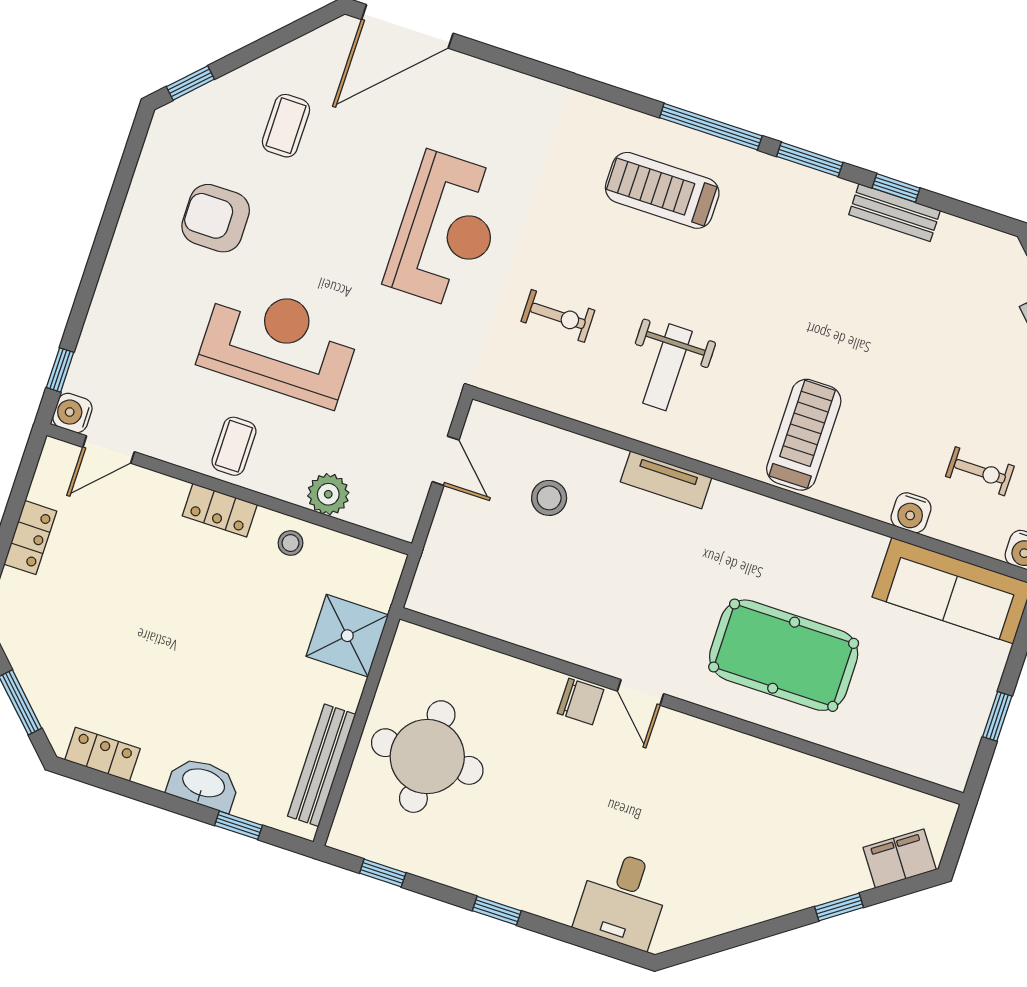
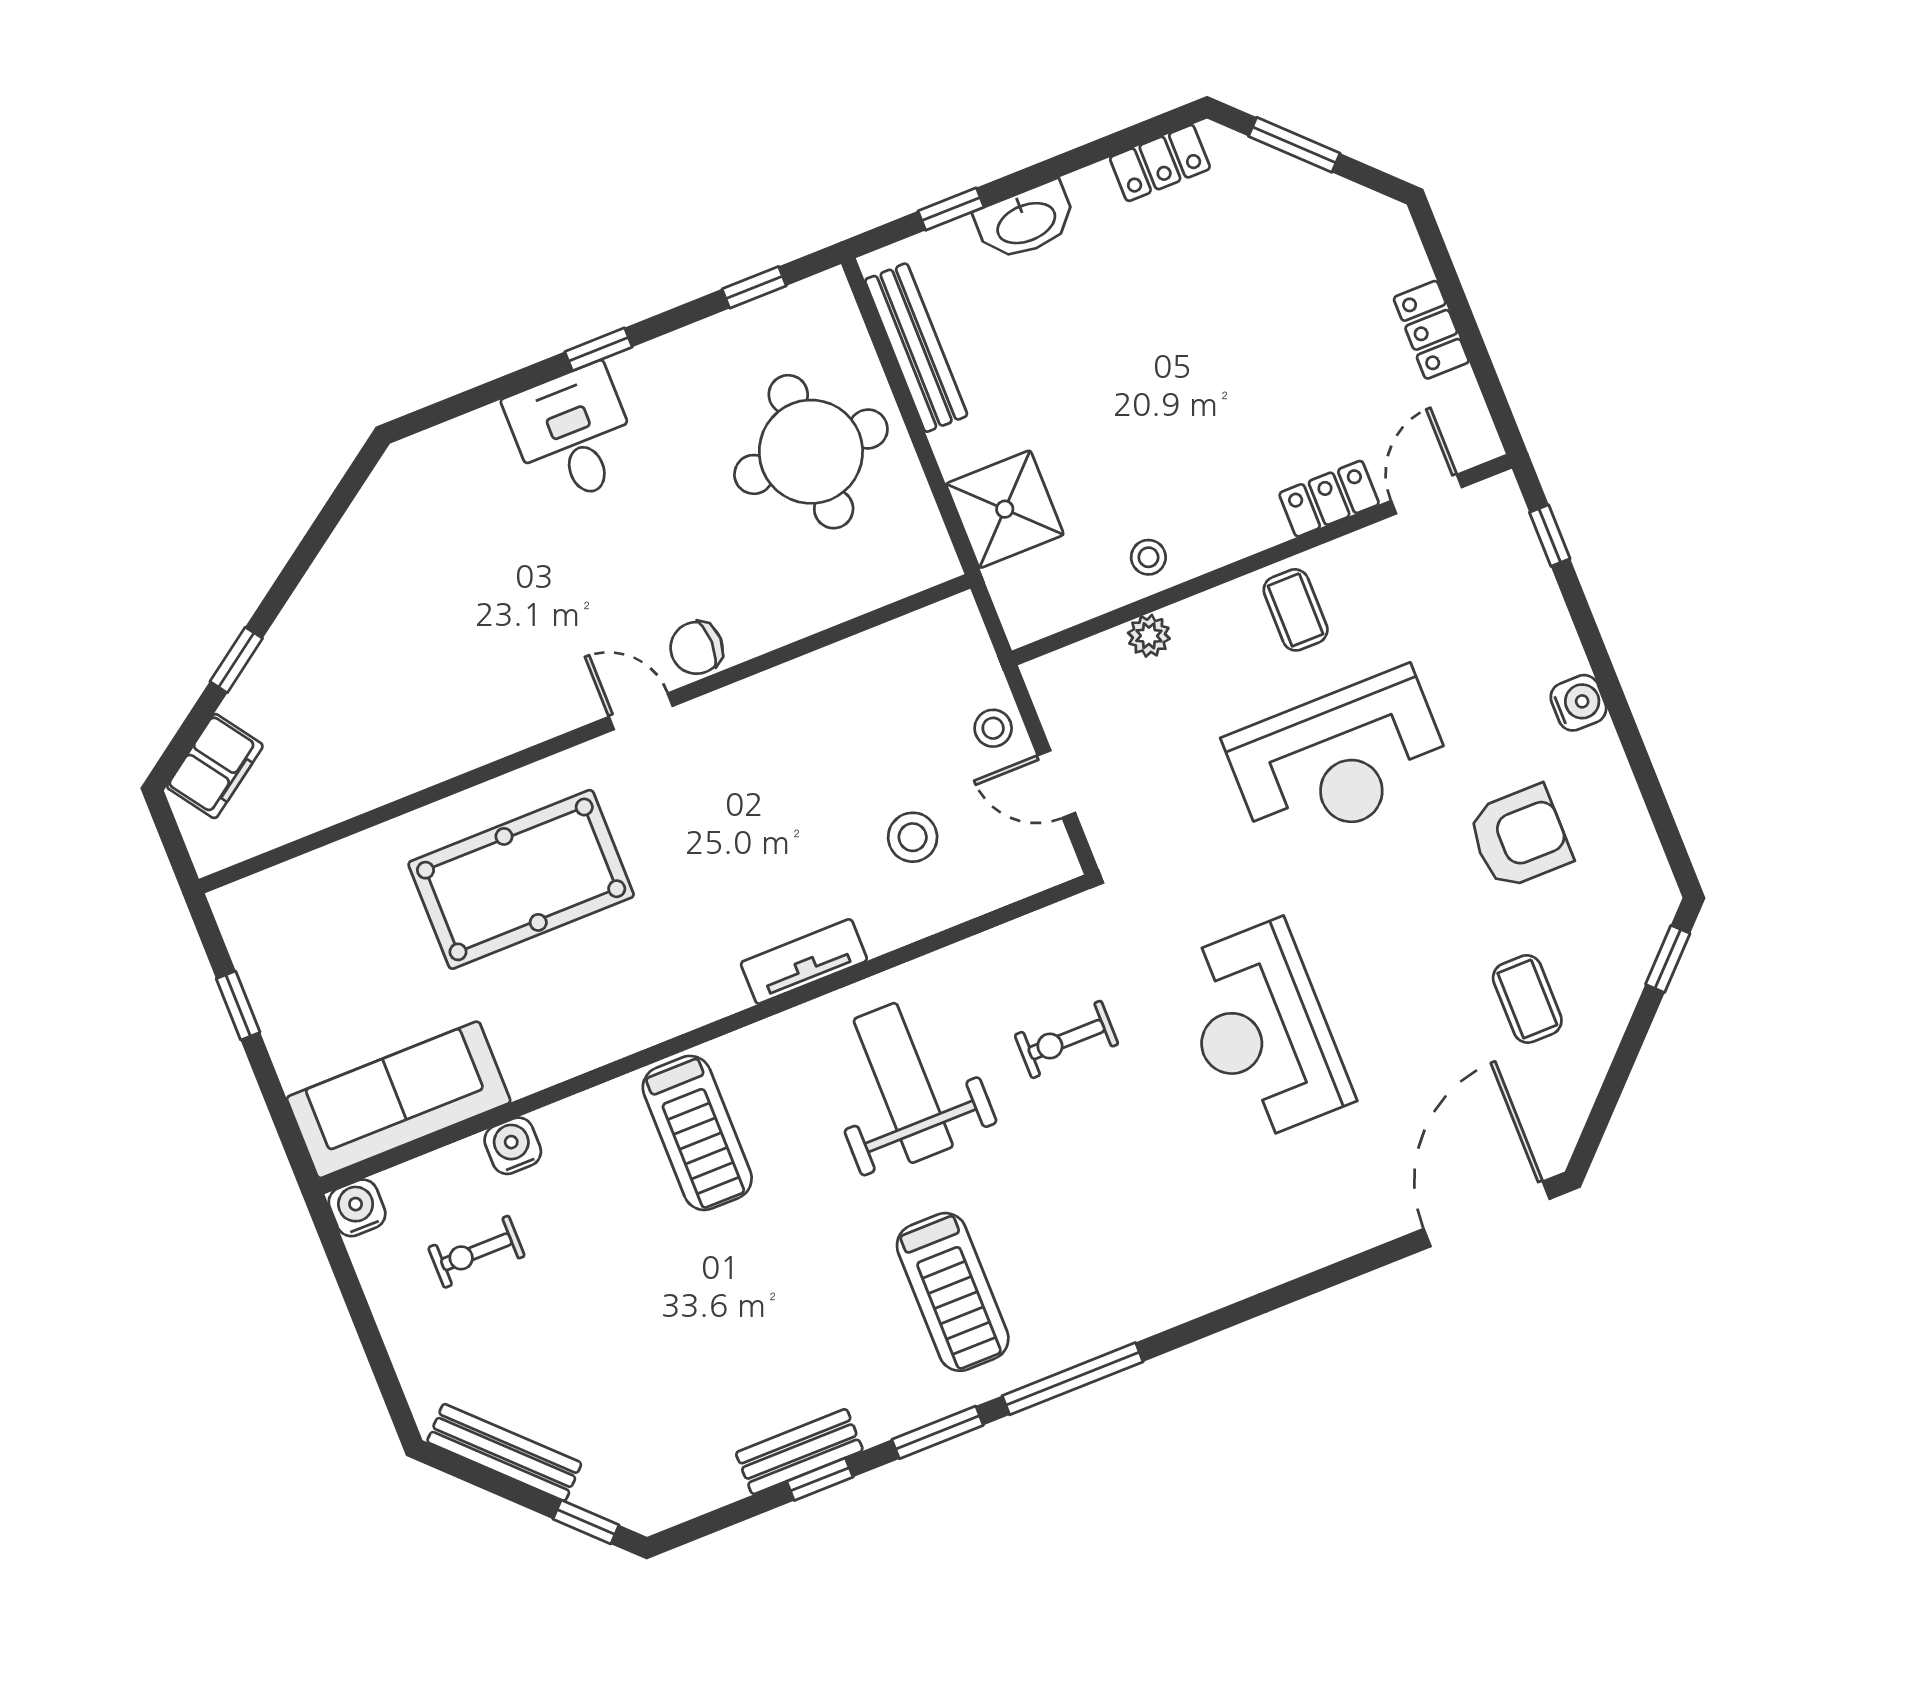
treadmill: (662, 190) -> (953, 1292), moved, turned 90
weight bench: (668, 367) -> (903, 1083), width x1.36, depth x1.33
water cooler: (72, 413) -> (1578, 703), moved
plant: (328, 494) -> (1149, 636), width x0.73, depth x0.73
locker: (220, 510) -> (1329, 499), moved
stool: (455, 521) -> (993, 728), added
desk: (623, 899) -> (573, 435), moved

